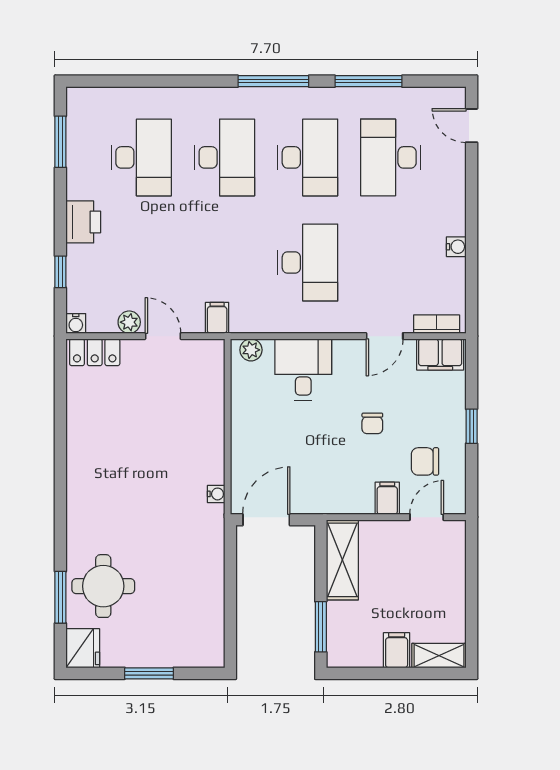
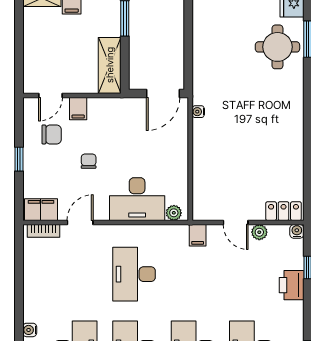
printer: (83, 222) -> (292, 285), moved
water cooler: (456, 247) -> (30, 330), moved
desk: (303, 369) -> (137, 199), width x1.37

